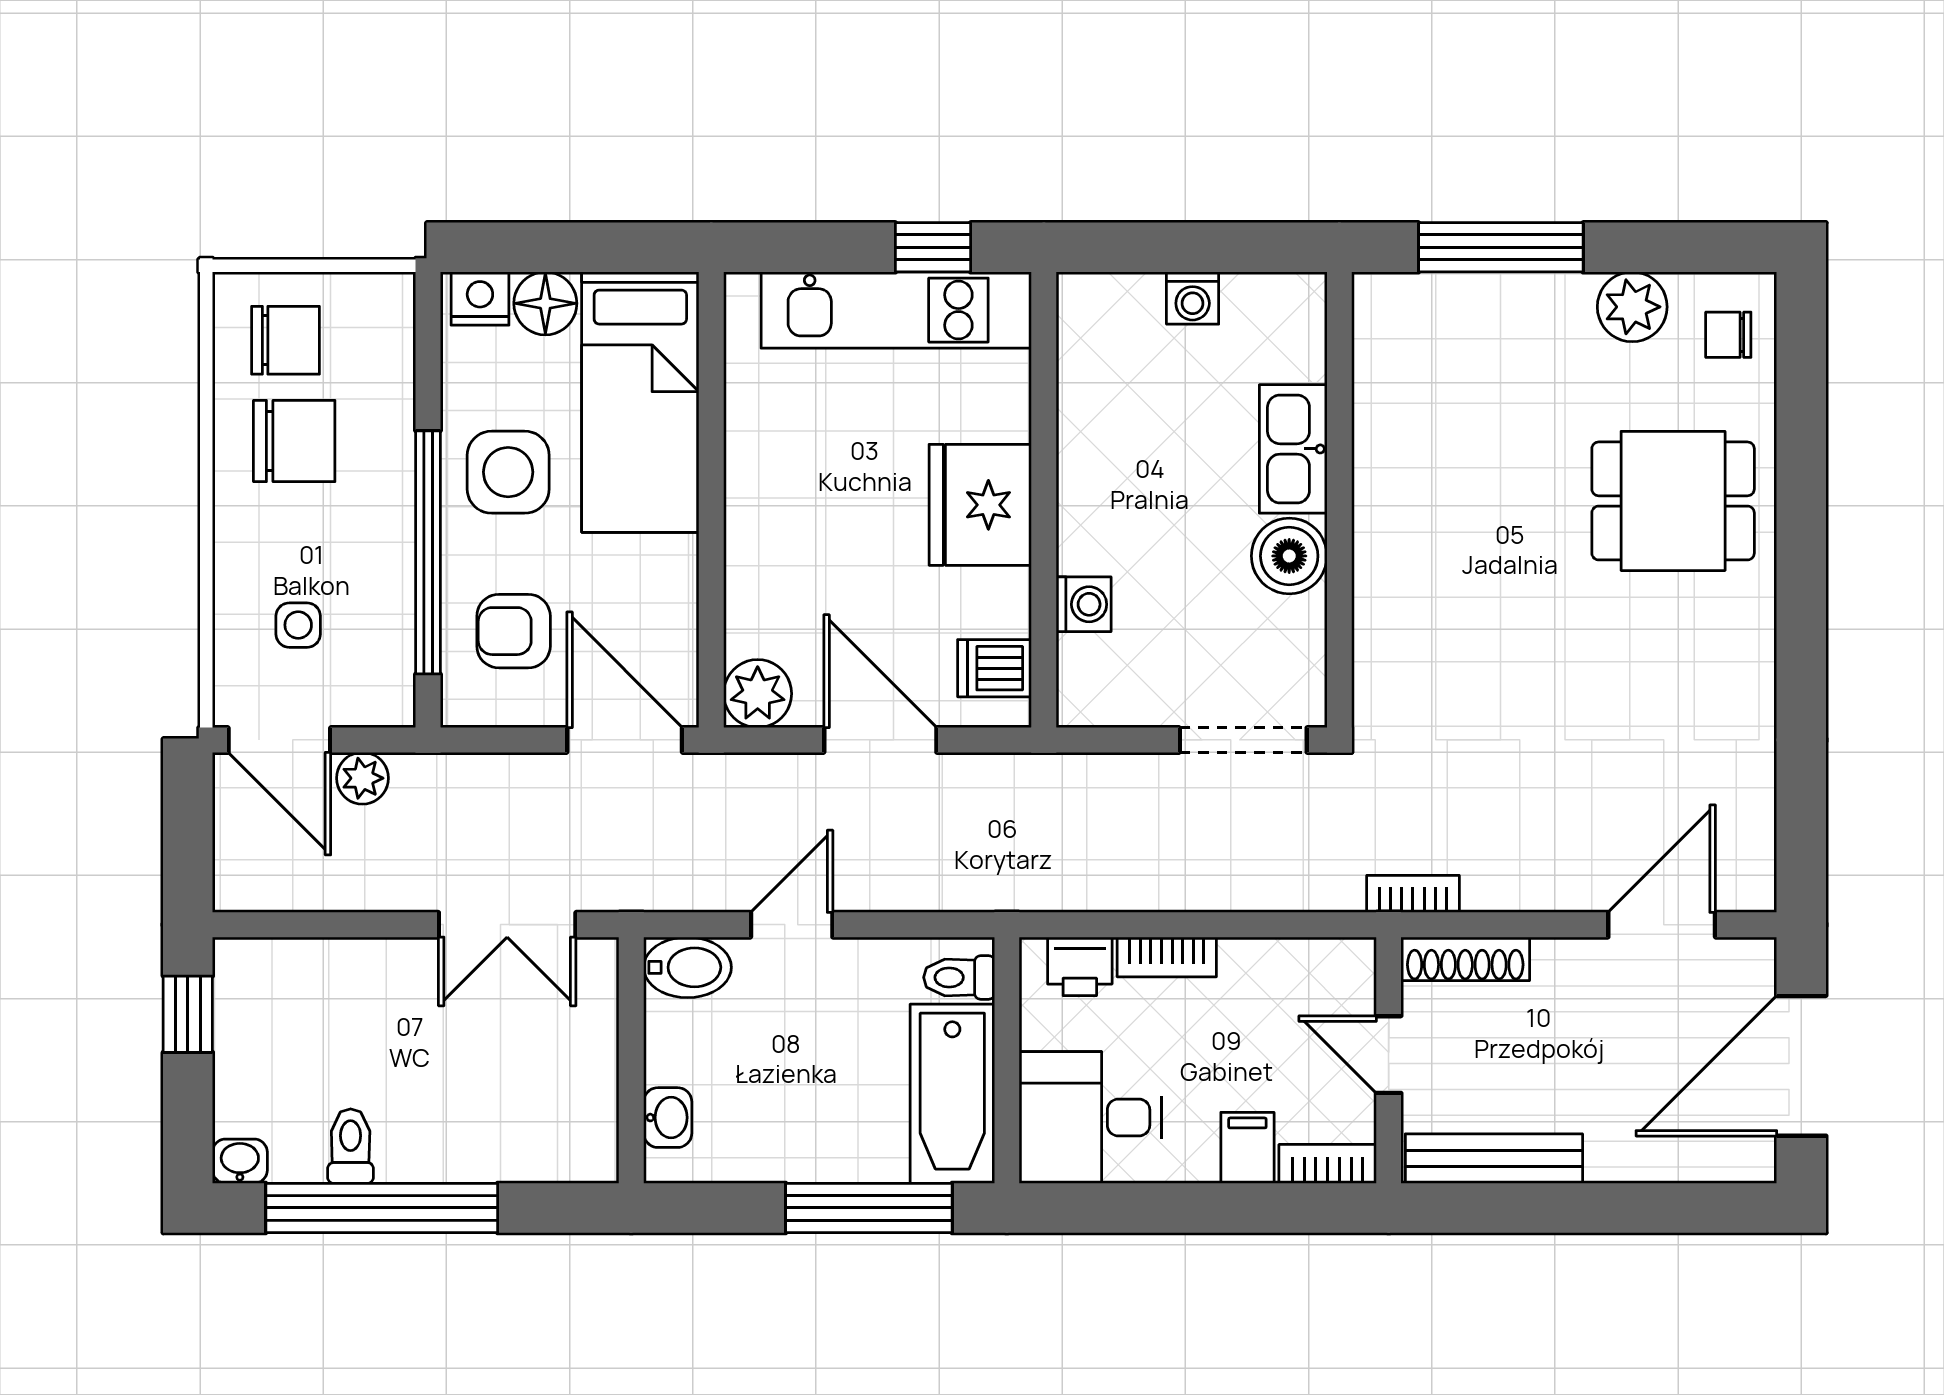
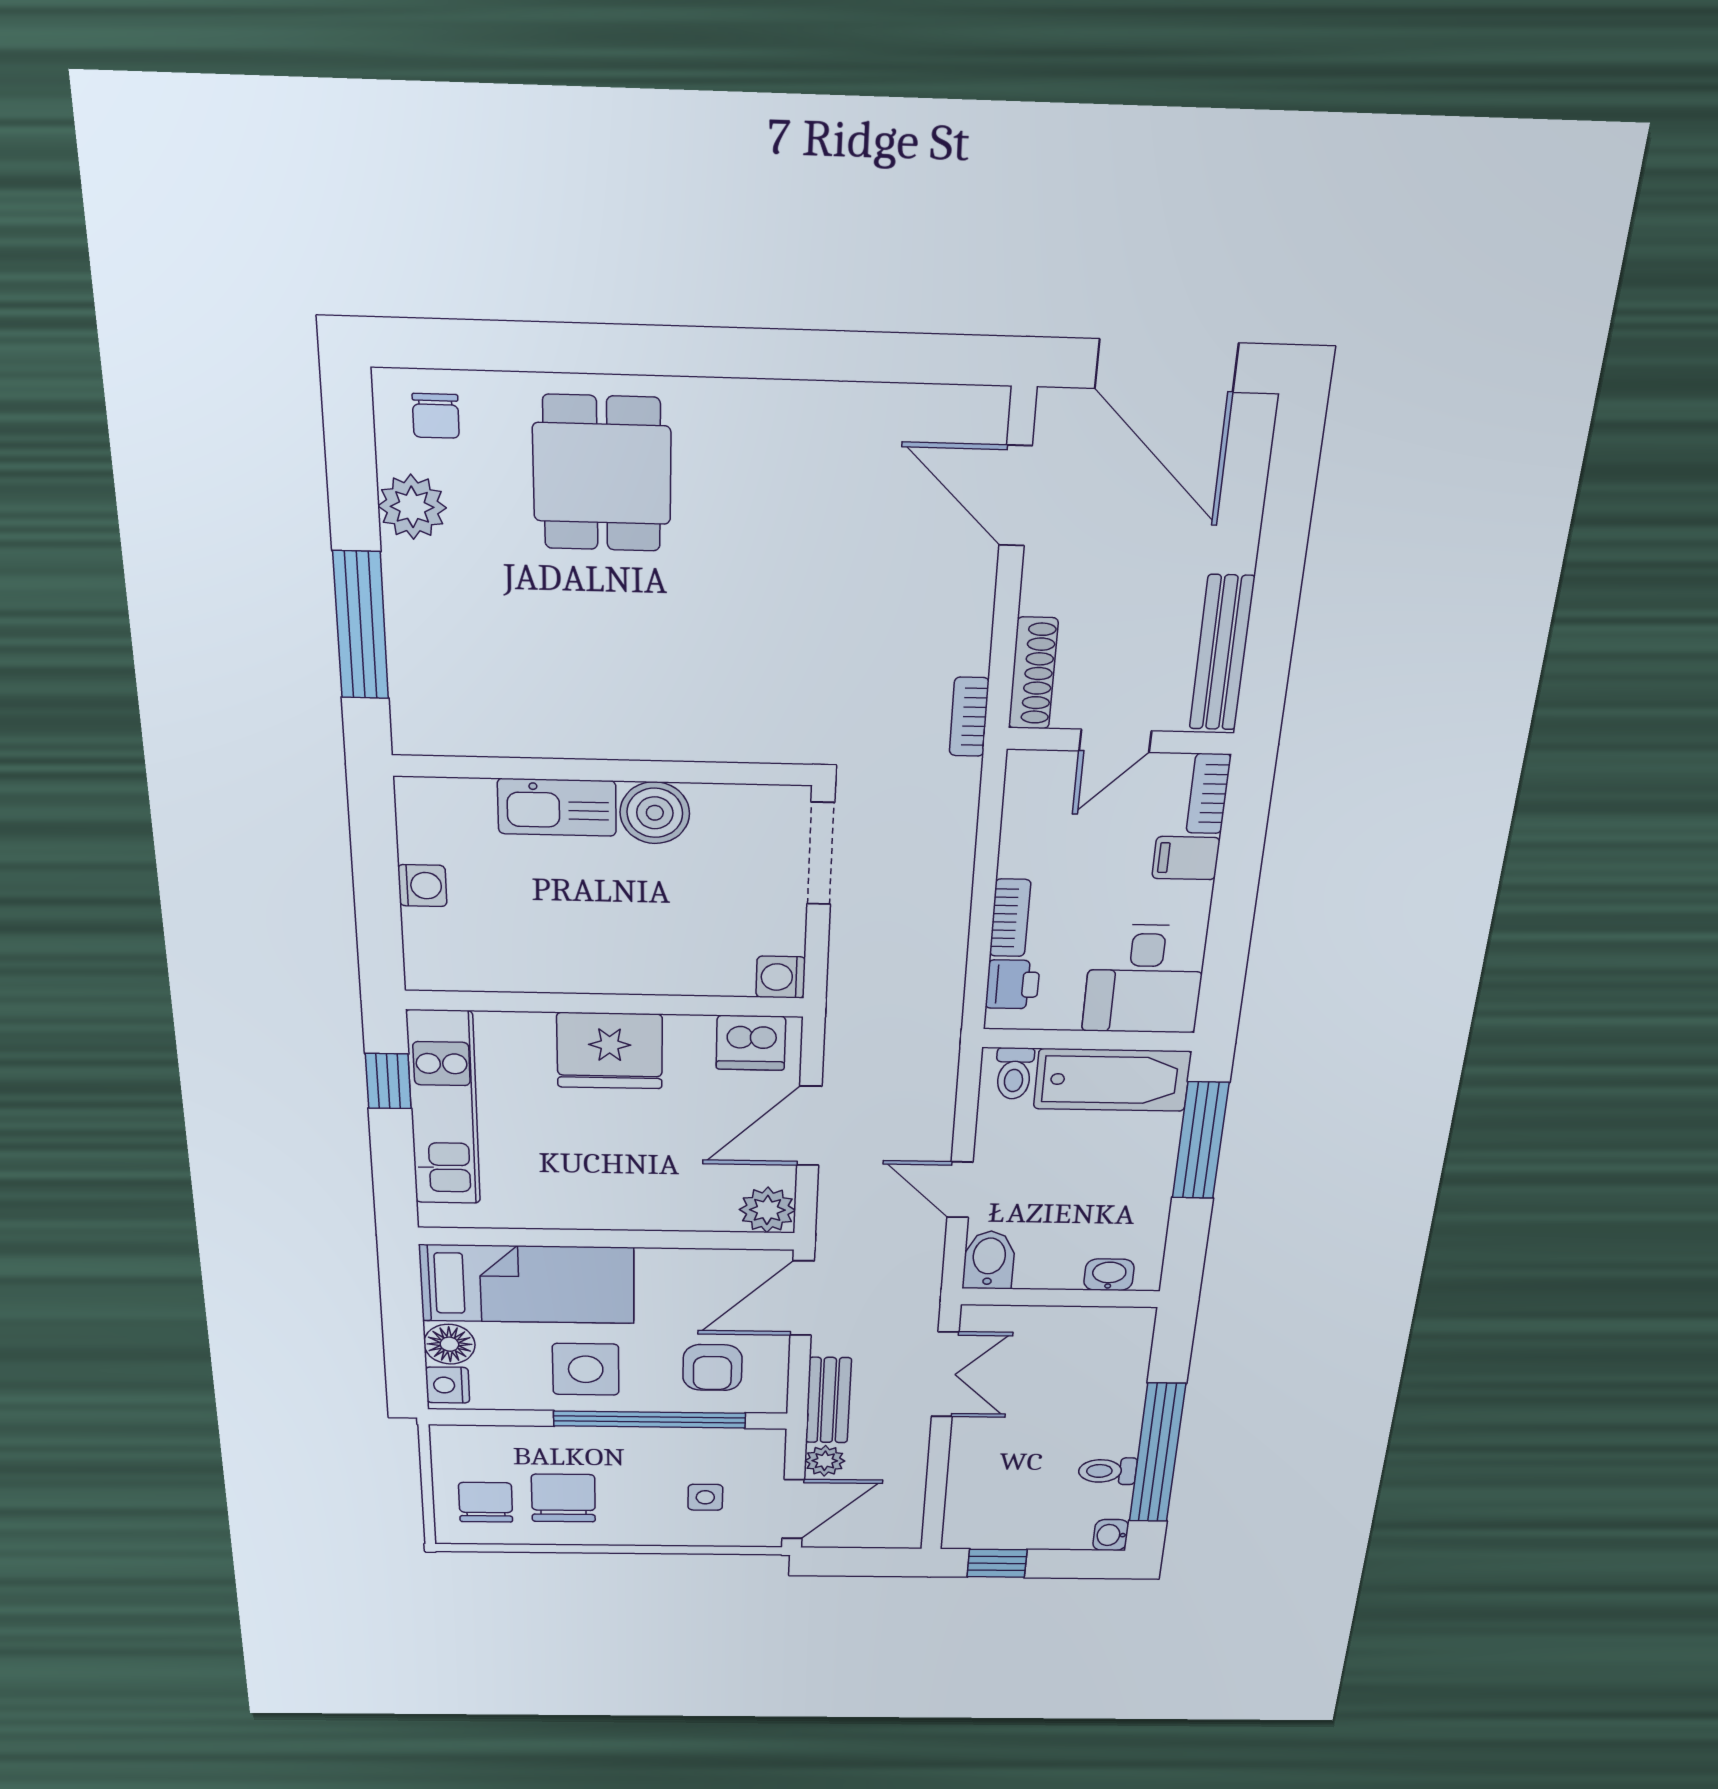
washing machine: (1084, 604) -> (781, 977), moved, turned -90
dishwasher: (995, 668) -> (751, 1043), width x1.38
bench: (463, 779) -> (828, 1400), added

